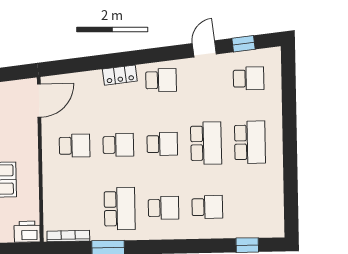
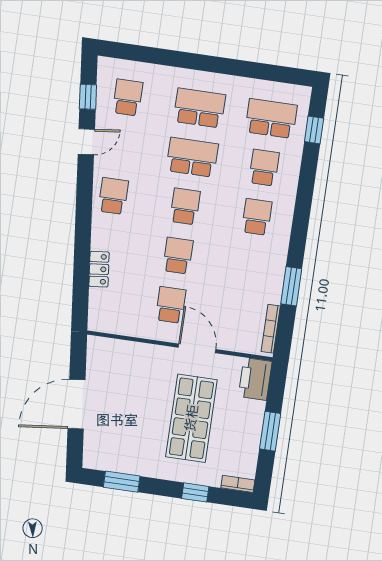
door: (204, 49) -> (86, 142), swing flipped
locker: (120, 75) -> (99, 269), moved
door: (39, 100) -> (197, 348), moved
school desk: (120, 209) -> (271, 118), moved
printer: (27, 232) -> (255, 379), width x1.37, depth x1.19

